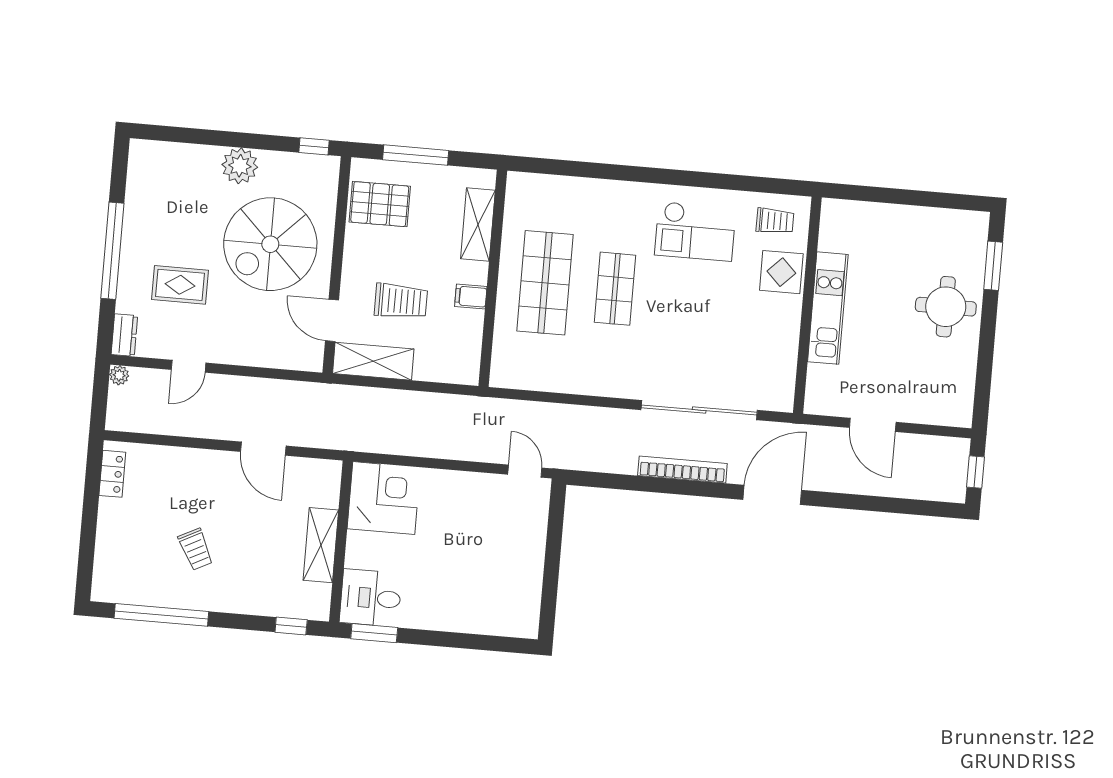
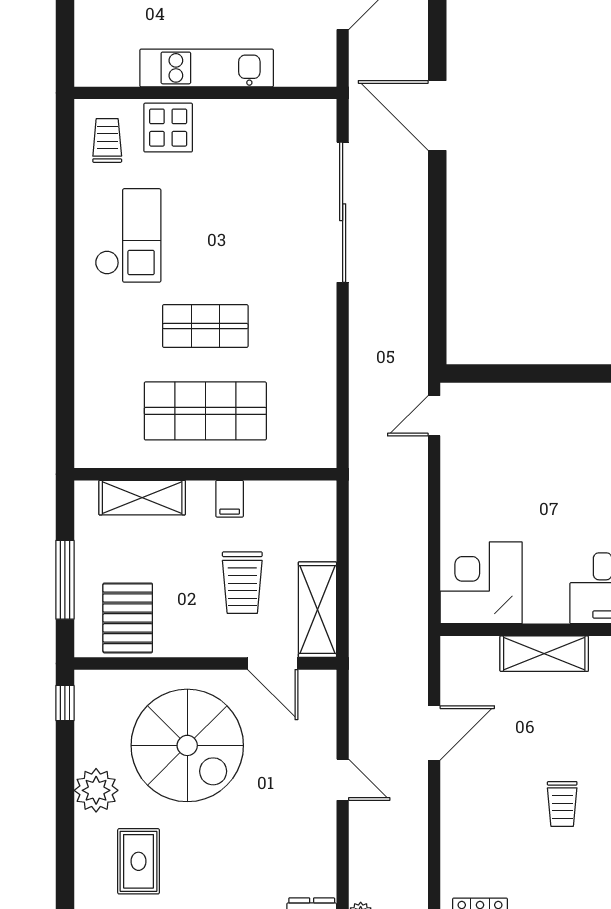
rug: (180, 285) -> (139, 861), moved
trolley: (401, 301) -> (242, 583), turned 180
door: (332, 320) -> (273, 663), hinge flipped
door: (189, 366) -> (343, 780), moved
bookcase: (682, 470) -> (416, 226), removed
trolley: (196, 549) -> (562, 804), turned 117

